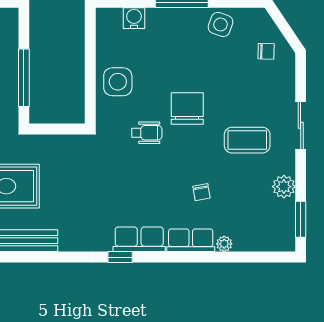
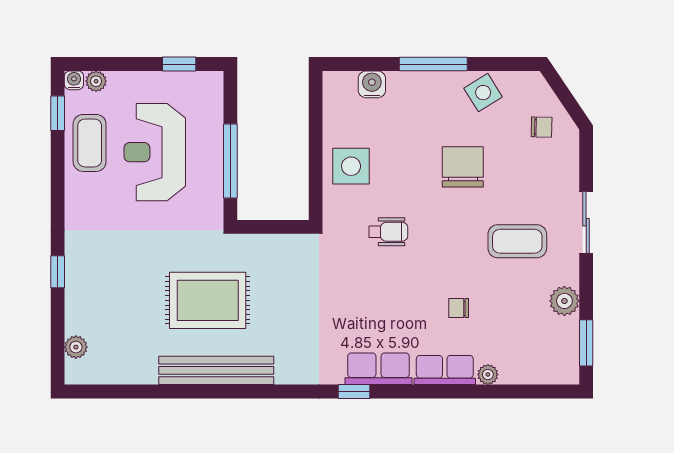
side table: (221, 24) -> (483, 93), turned 38
chair: (187, 109) -> (463, 167), moved
chair: (201, 192) -> (459, 308), turned 100

